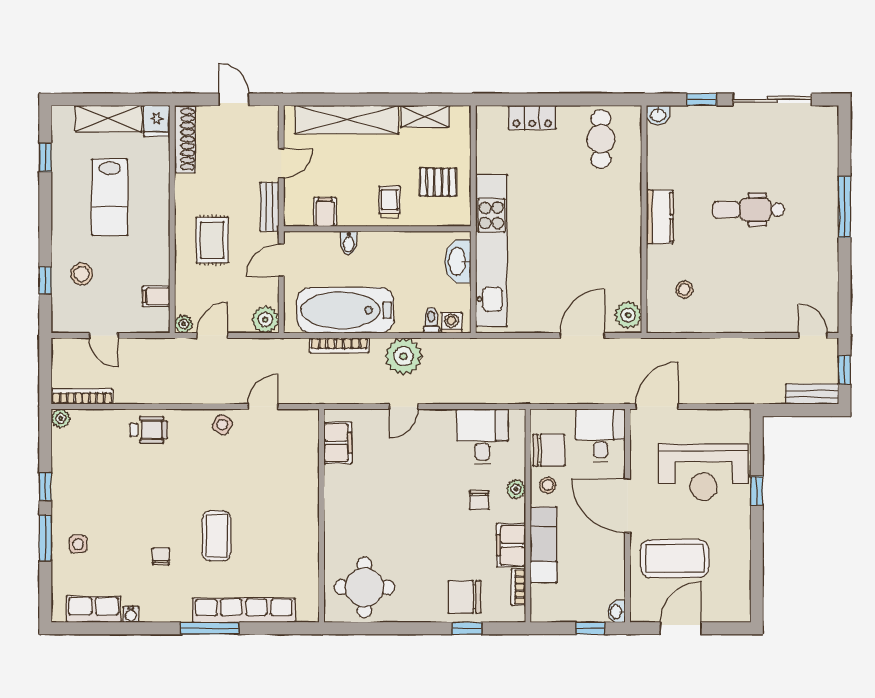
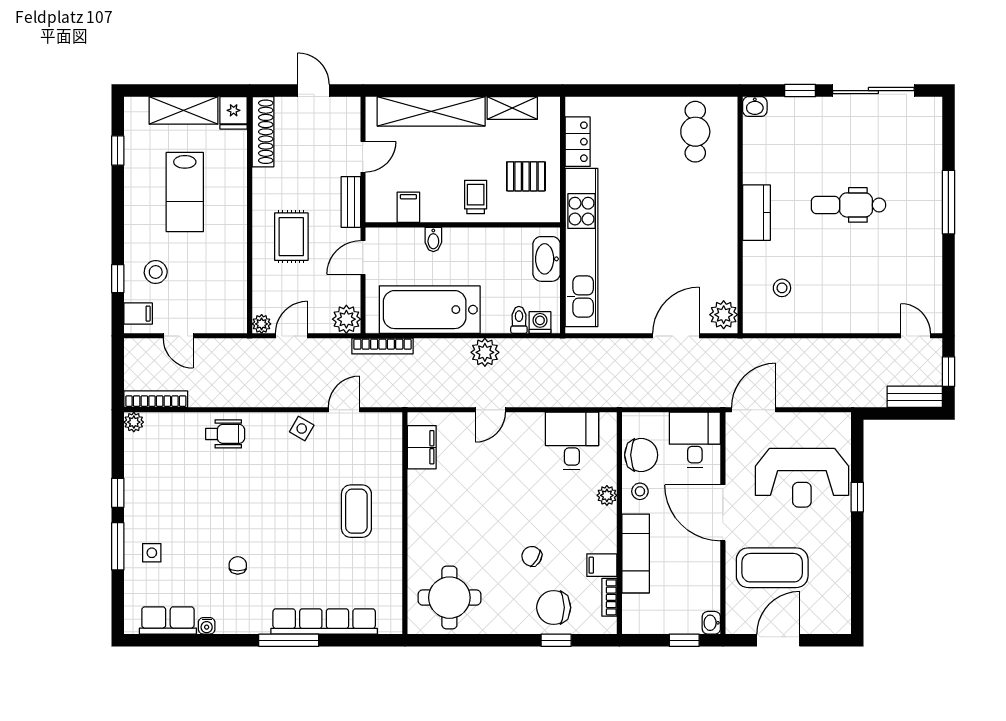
locker: (532, 117) -> (578, 142), moved, turned -90
filing cabinet: (156, 296) -> (138, 314), moved, turned 180
bookcase: (339, 345) -> (382, 346), moved
plant: (403, 356) -> (485, 352), width x0.73, depth x0.73
chair: (479, 500) -> (532, 556), moved, turned 120
coffee table: (217, 536) -> (356, 511), moved
filing cabinet: (511, 545) -> (602, 565), width x0.50

